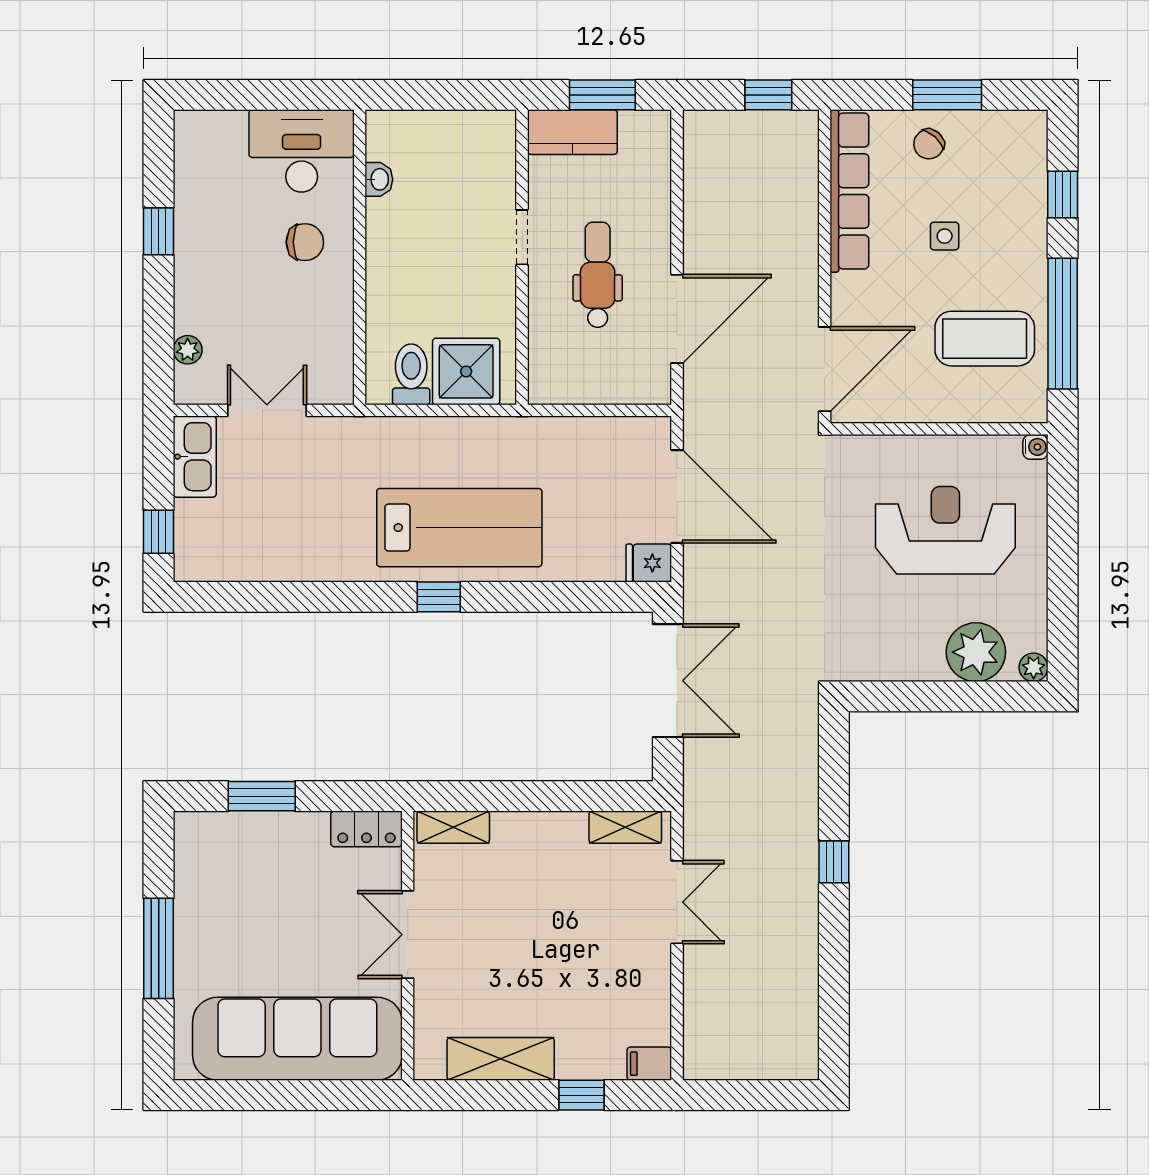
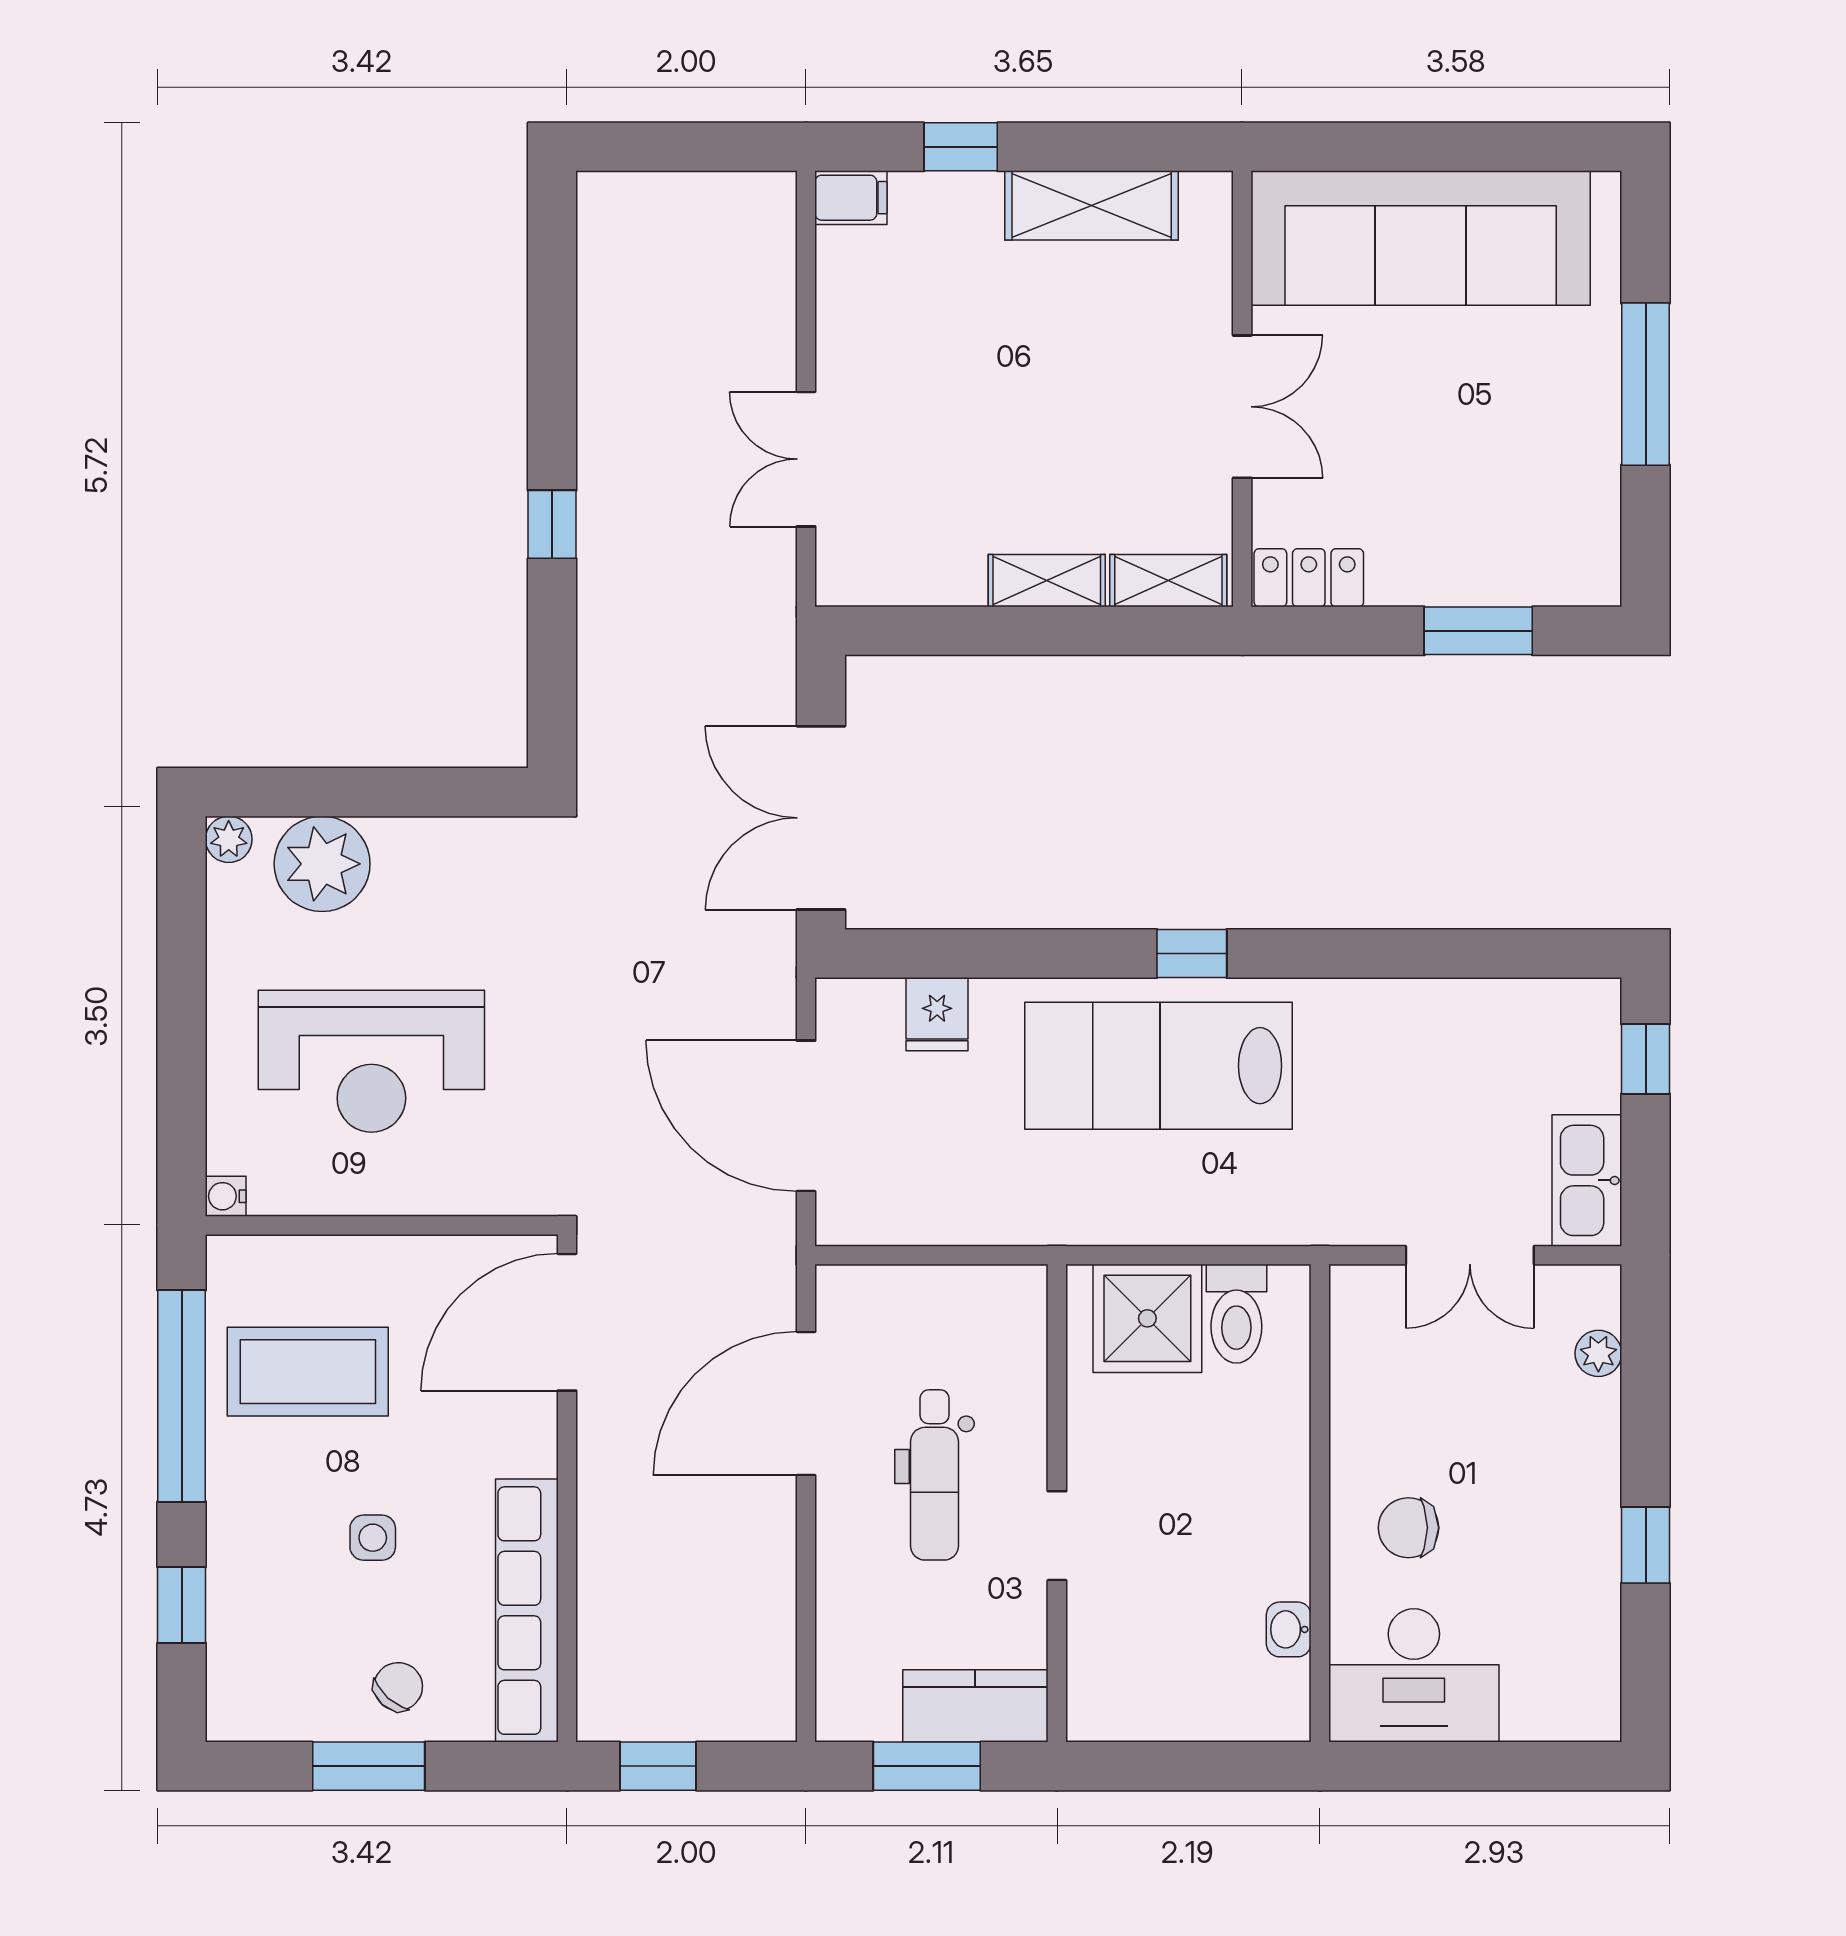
fridge: (649, 563) -> (937, 1014), moved, turned 90
shelving: (625, 827) -> (1047, 581), moved

